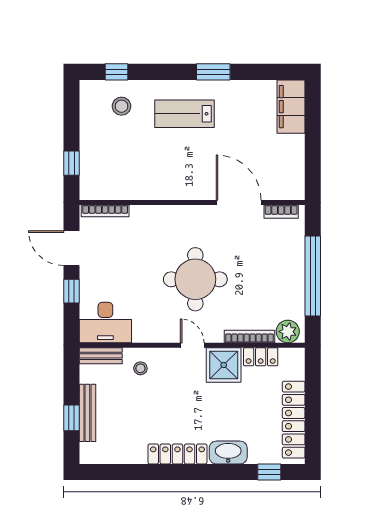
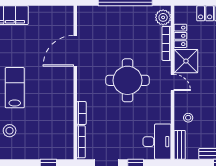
lab bench: (185, 114) -> (15, 88), turned 180
bookcase: (281, 212) -> (81, 113), moved
door: (192, 345) -> (173, 82), swing flipped

